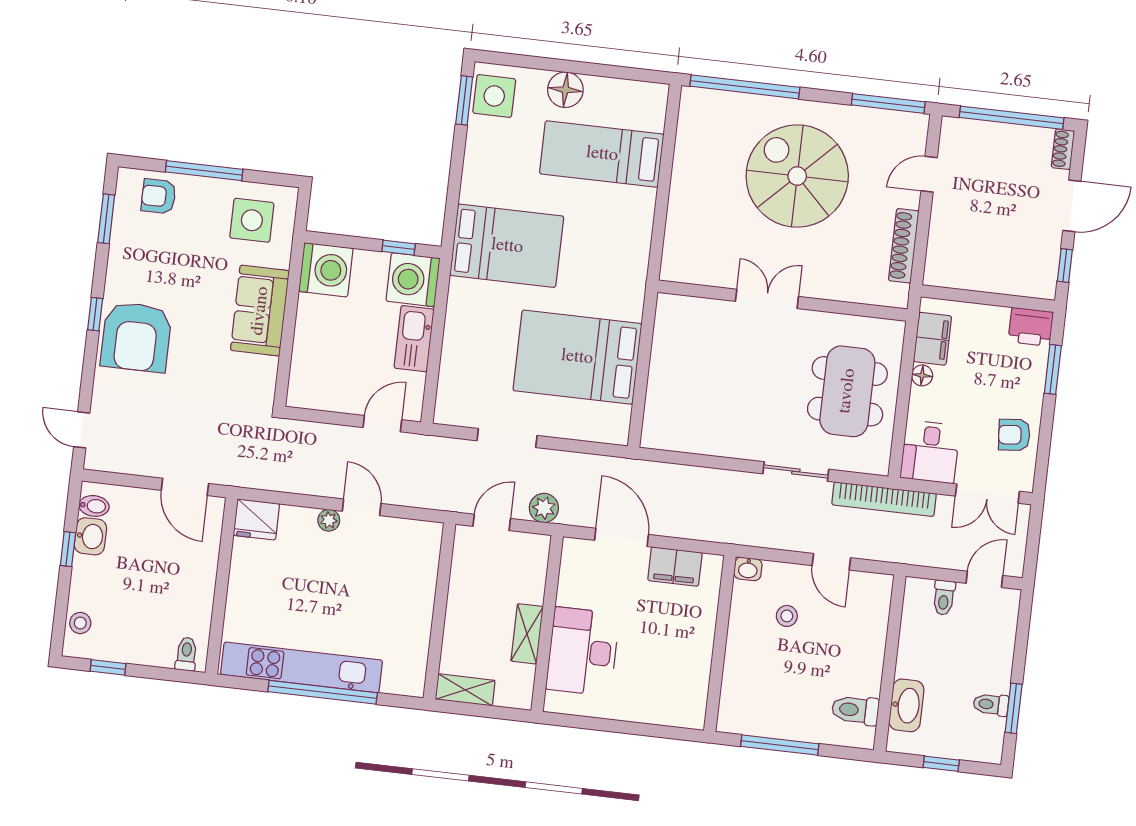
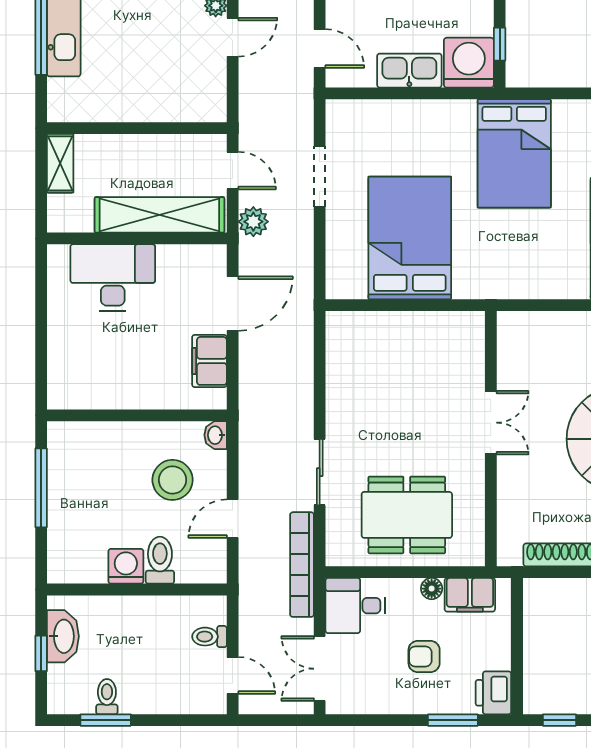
armchair: (1014, 435) -> (424, 656), moved, turned -85
stool: (787, 616) -> (173, 480), width x1.89, depth x1.89
shelving: (527, 634) -> (159, 215), width x2.20, depth x1.33
washing machine: (866, 671) -> (126, 566), added
washbasin: (906, 705) -> (63, 636), moved, turned -90
toilet: (855, 710) -> (160, 560), moved

